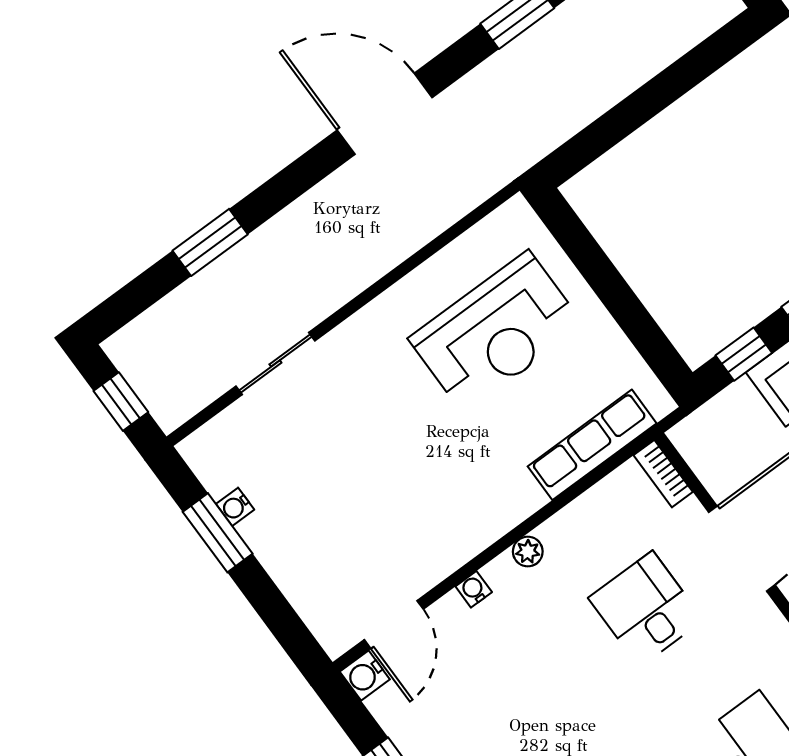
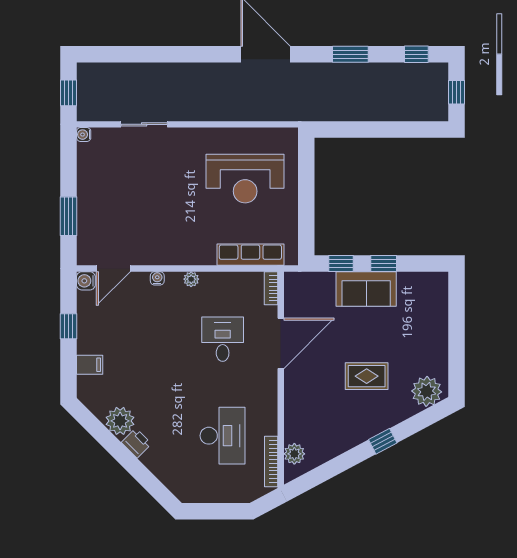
window: (210, 242) -> (154, 54), removed
water cooler: (235, 507) -> (84, 135), moved
window: (218, 533) -> (68, 216), moved

